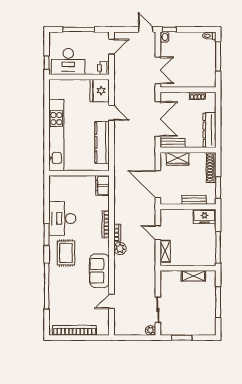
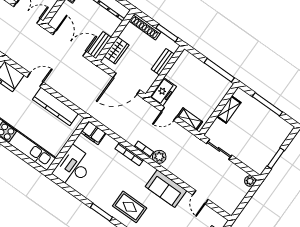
freezer: (205, 216) -> (163, 92), moved
desk: (62, 219) -> (73, 167), moved, turned 90
sliding door: (158, 310) -> (219, 149), moved

